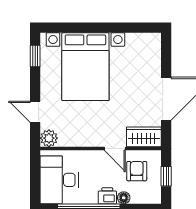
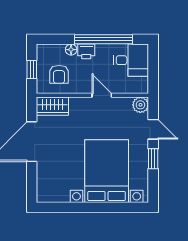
window: (35, 56) -> (153, 159), moved
door: (115, 149) -> (102, 95), moved
desk: (59, 180) -> (131, 60), width x0.73

